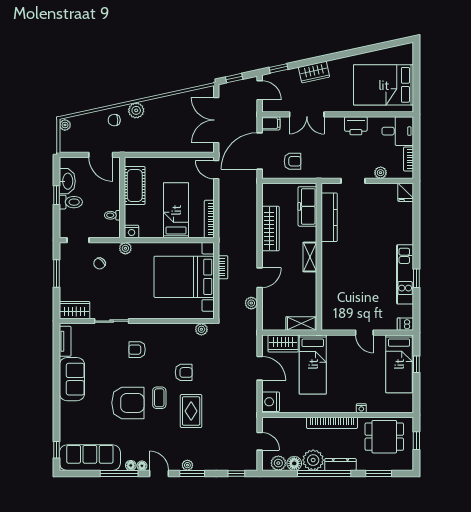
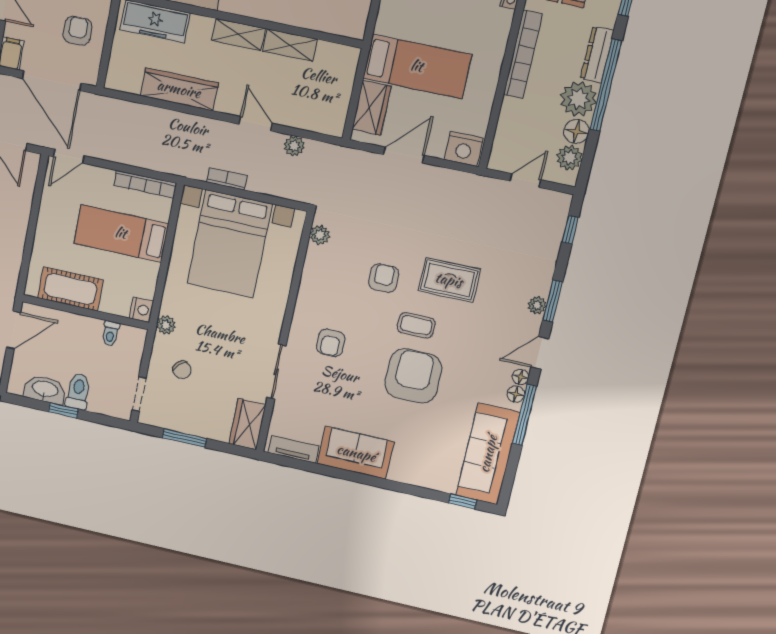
shelving: (301, 324) -> (290, 45), moved, turned 90

